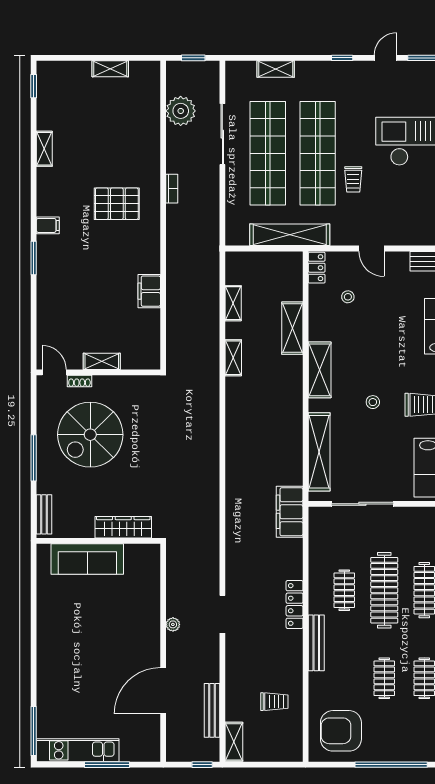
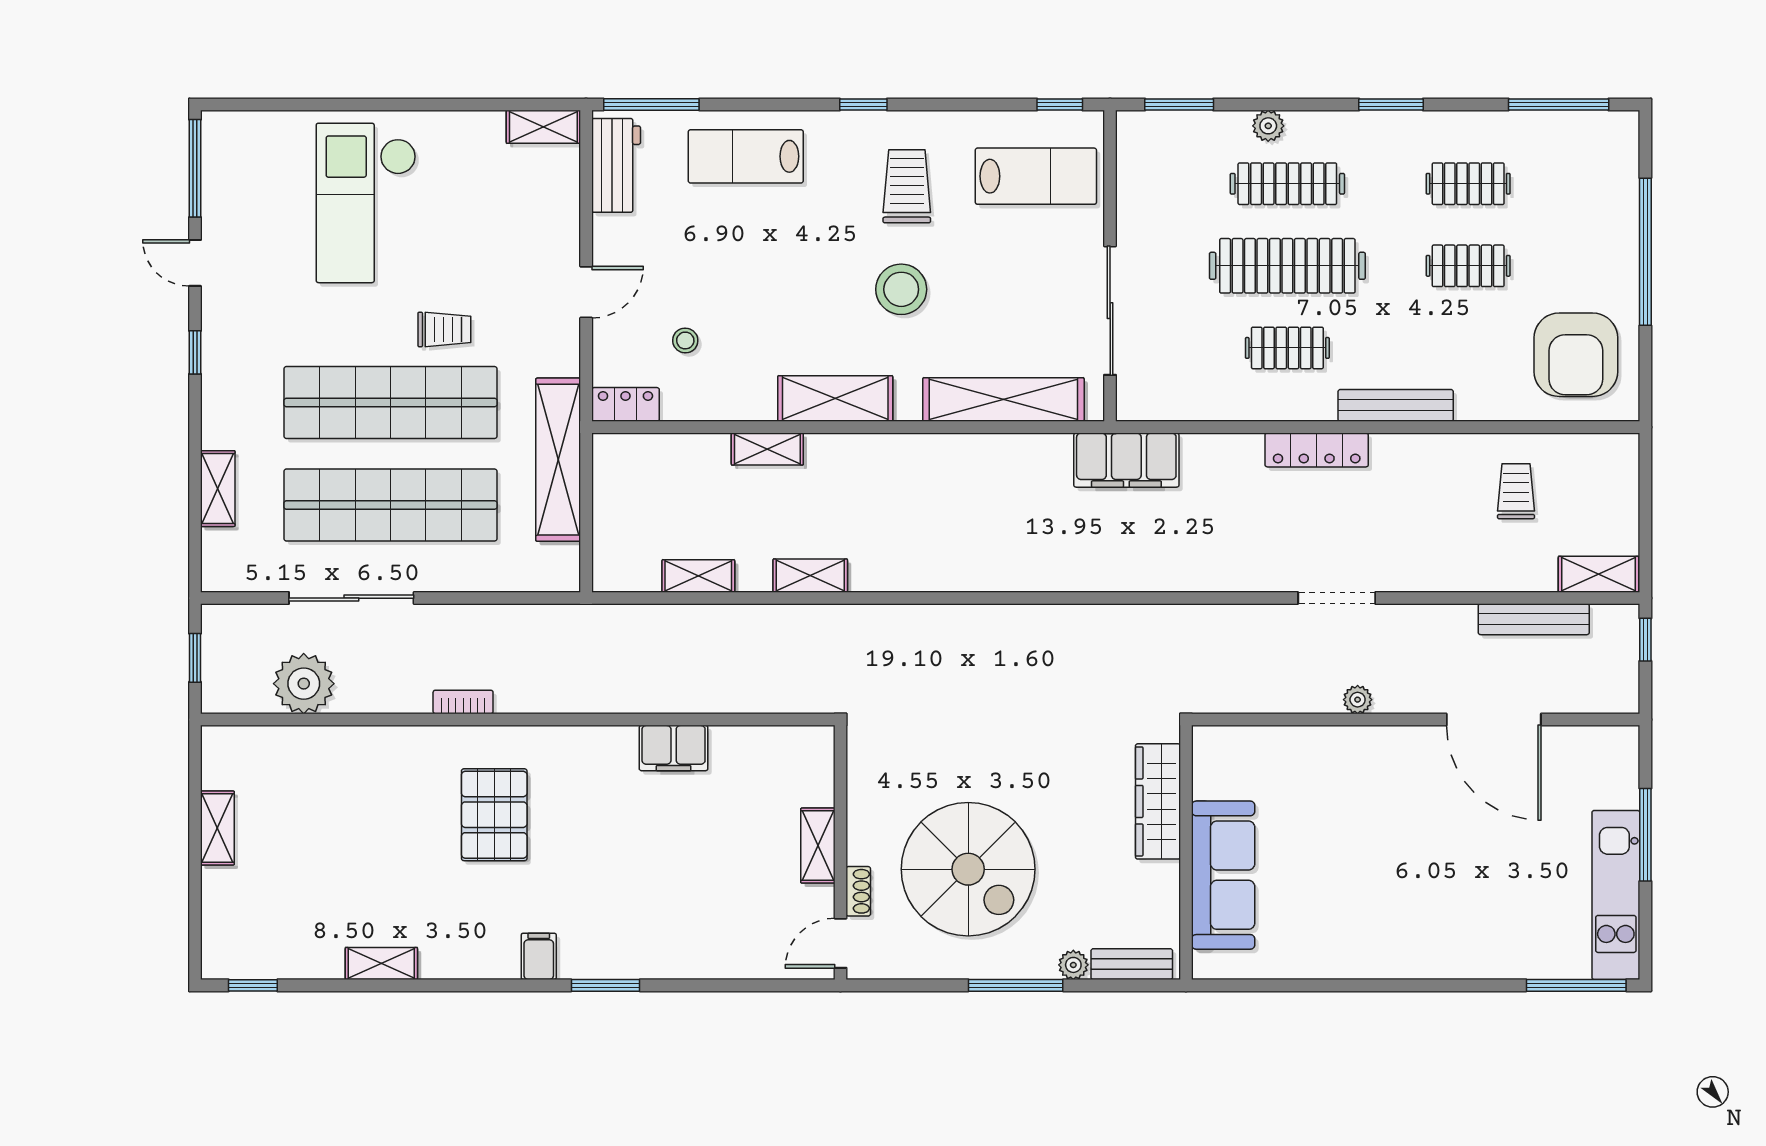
shelving: (292, 328) -> (767, 449), width x0.67, depth x0.75
stool: (373, 402) -> (901, 289), width x1.89, depth x1.89
plant: (44, 486) -> (1073, 965), added

